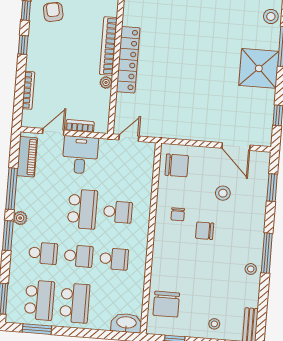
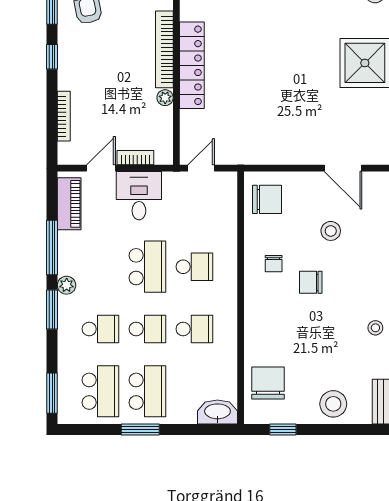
chair: (166, 304) -> (268, 383), turned 180
stool: (214, 324) -> (333, 404), width x1.89, depth x1.89
window: (37, 329) -> (140, 430), moved

